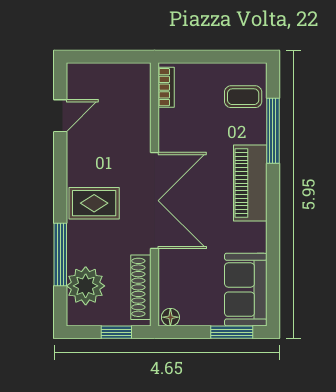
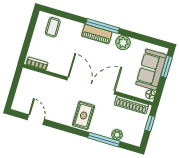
window: (273, 131) -> (103, 26), moved
piano: (250, 183) -> (97, 34), width x0.73, depth x0.75
plant: (253, 237) -> (123, 43), added
plant: (86, 286) -> (117, 135), width x0.53, depth x0.53
sofa: (246, 290) -> (151, 70), moved, turned 90

